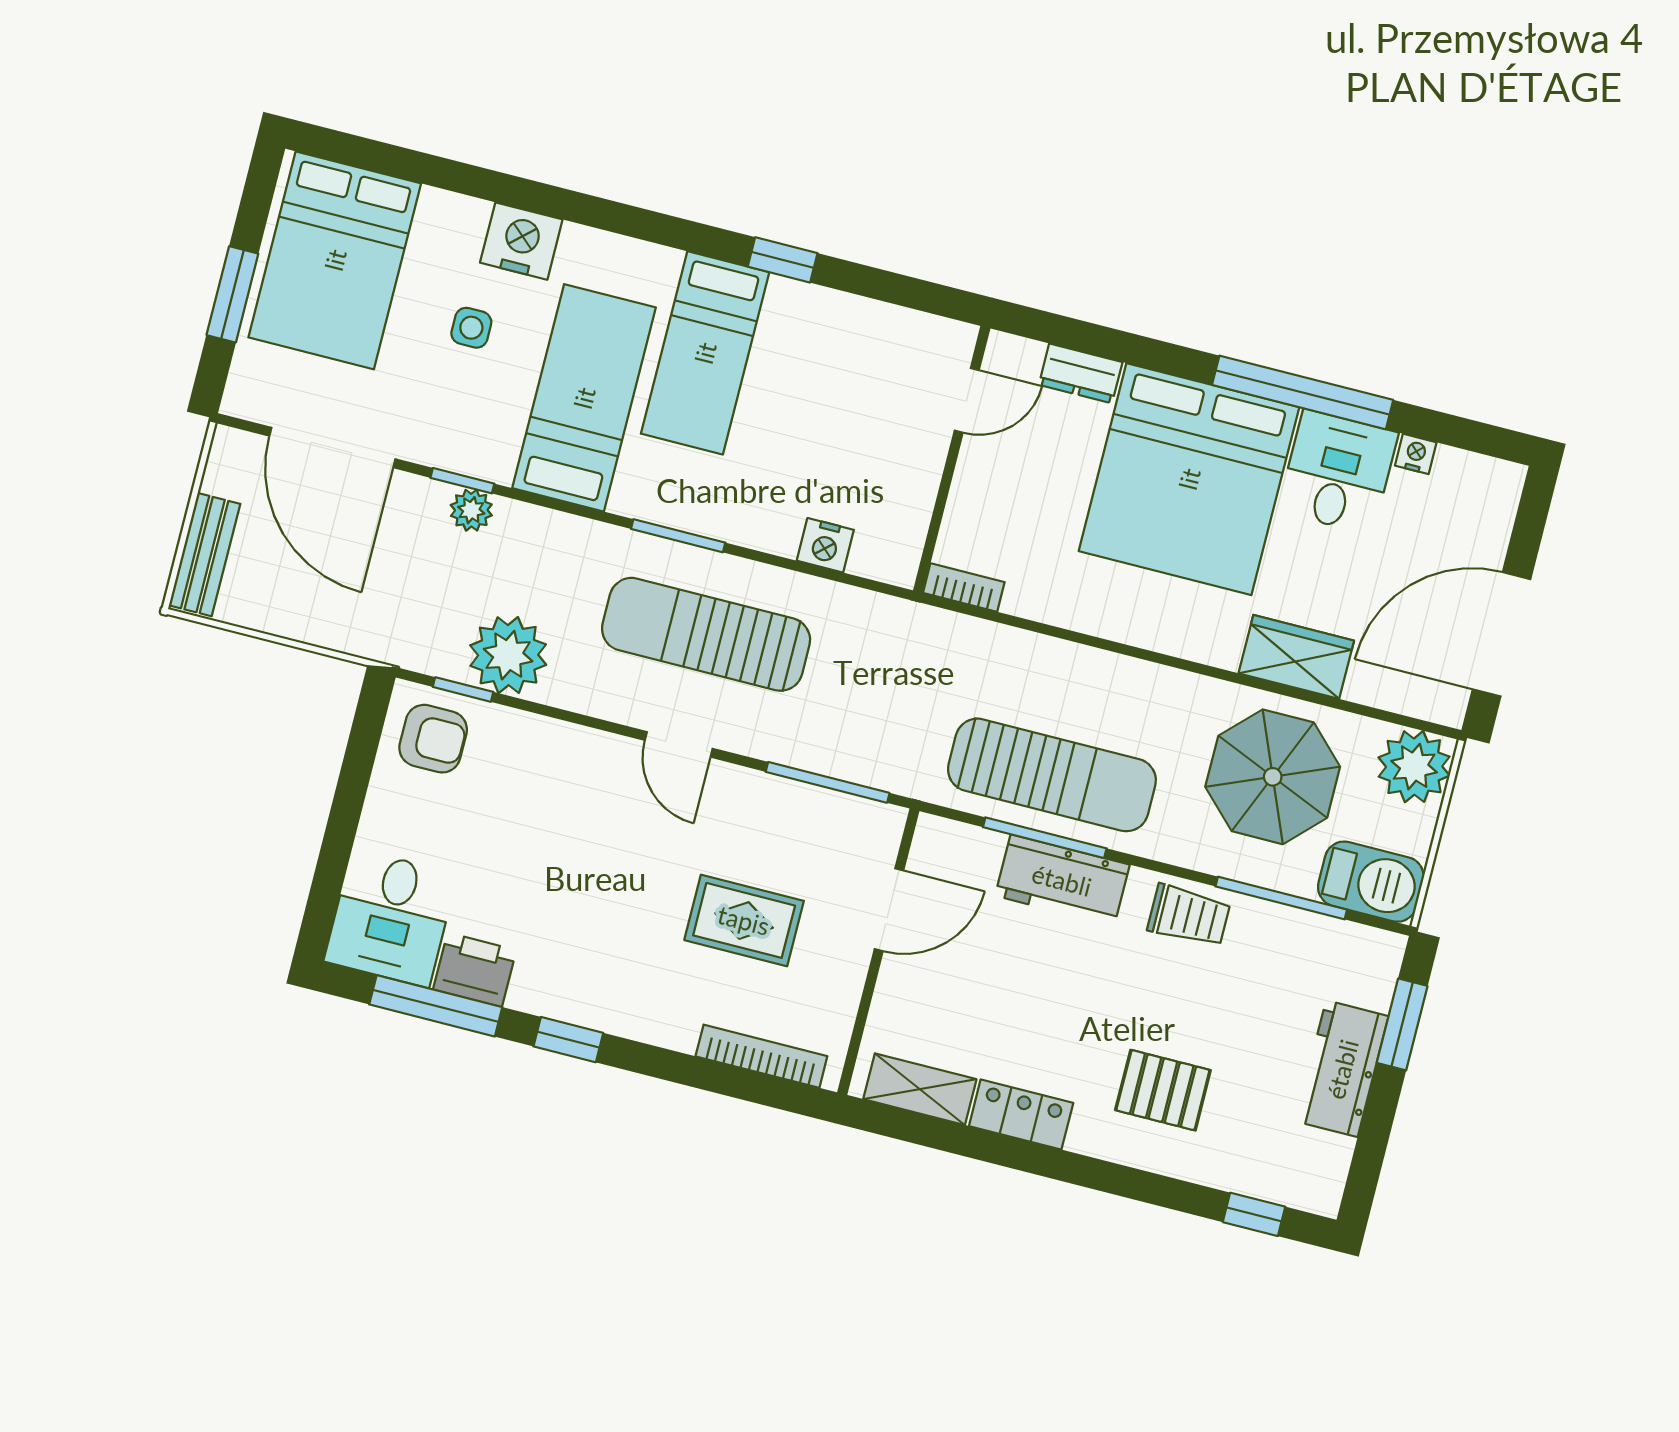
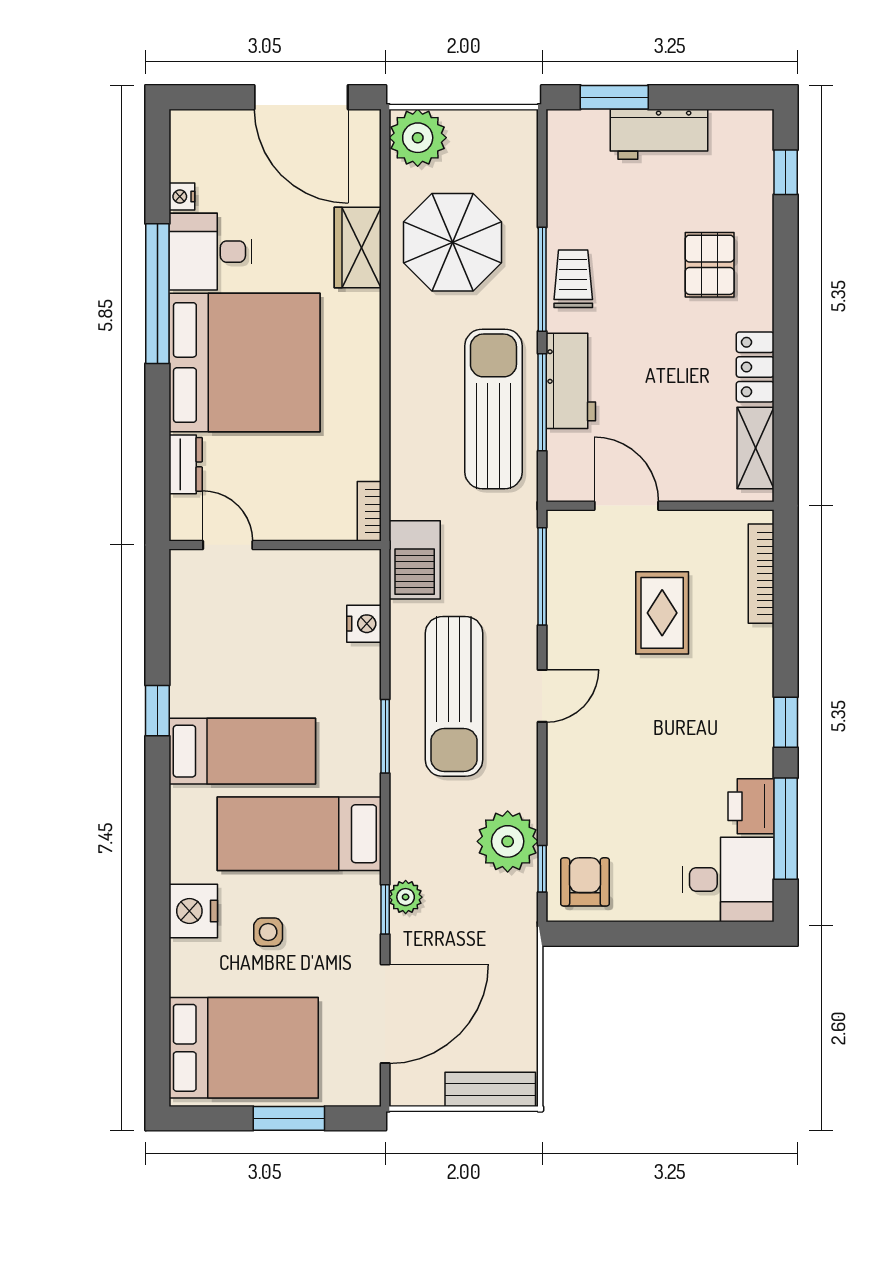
barbecue: (1371, 882) -> (415, 560), moved, turned 180
window: (1281, 898) -> (542, 279), moved

